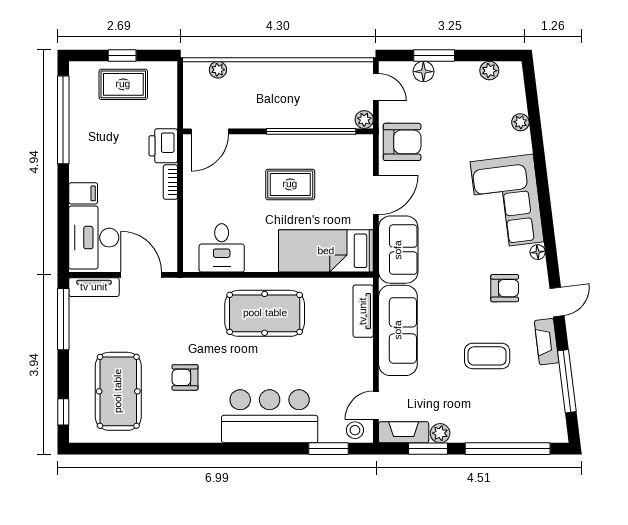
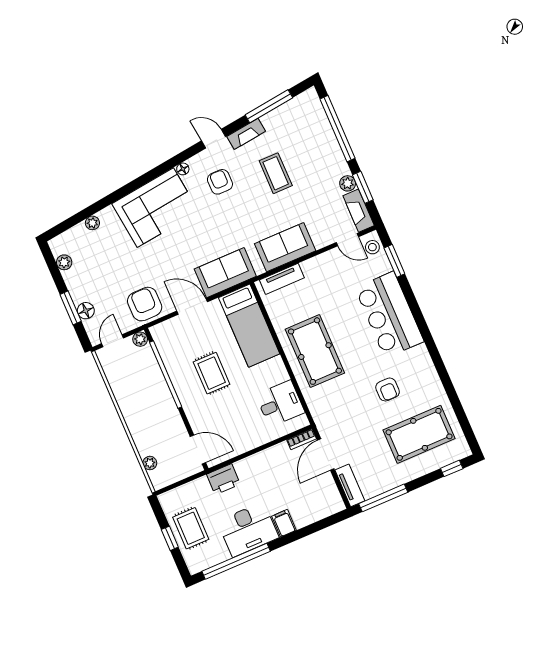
bookcase: (170, 182) -> (302, 439), moved
desk: (94, 238) -> (248, 529), moved
sofa: (398, 330) -> (285, 247), width x0.73

